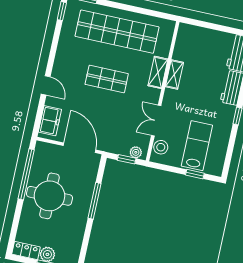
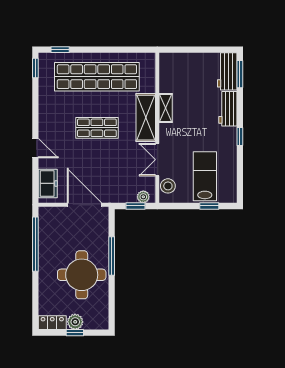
shelving: (158, 72) -> (146, 118), width x1.50, depth x1.33
round table: (49, 196) -> (82, 275), moved

